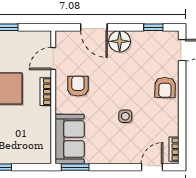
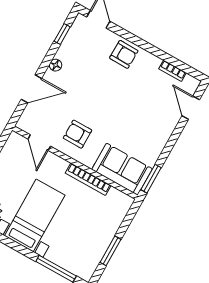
floor lamp: (120, 41) -> (56, 65), width x0.53, depth x0.53
bookcase: (46, 92) -> (88, 179), moved, width x1.56
side table: (125, 116) -> (130, 106), removed
bookcase: (174, 149) -> (173, 71), moved

